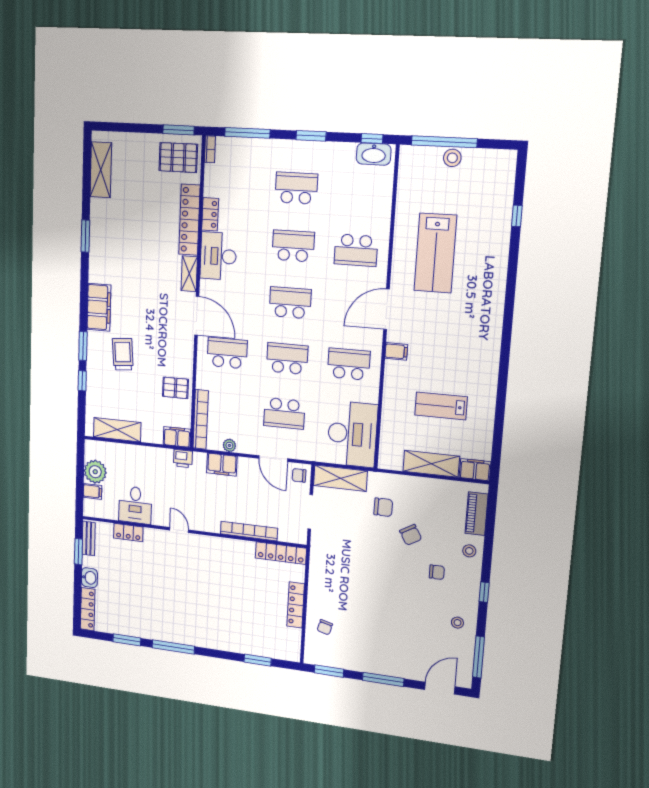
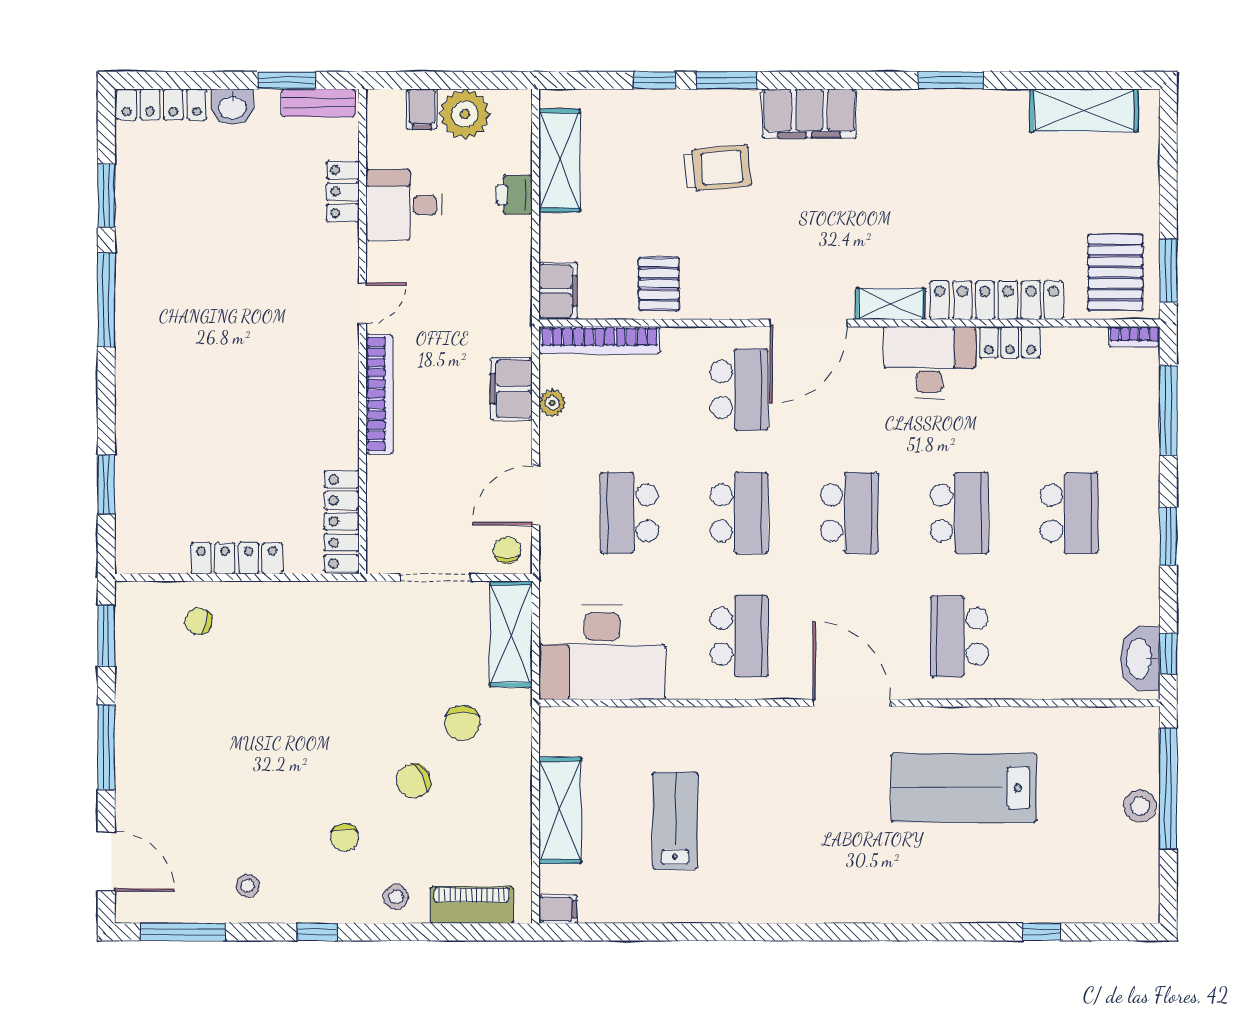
filing cabinet: (396, 351) -> (772, 727), removed
printer: (183, 459) -> (514, 195), moved
filing cabinet: (475, 470) -> (558, 909), width x0.50
bookcase: (249, 531) -> (379, 394), moved

